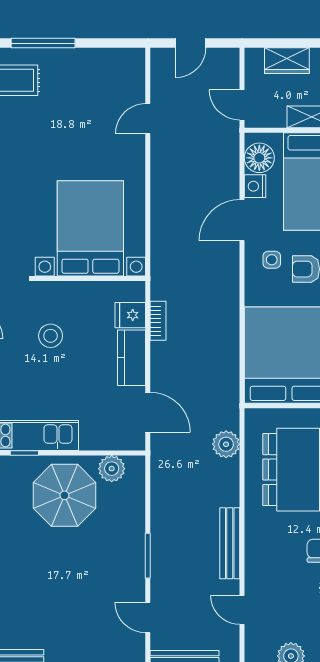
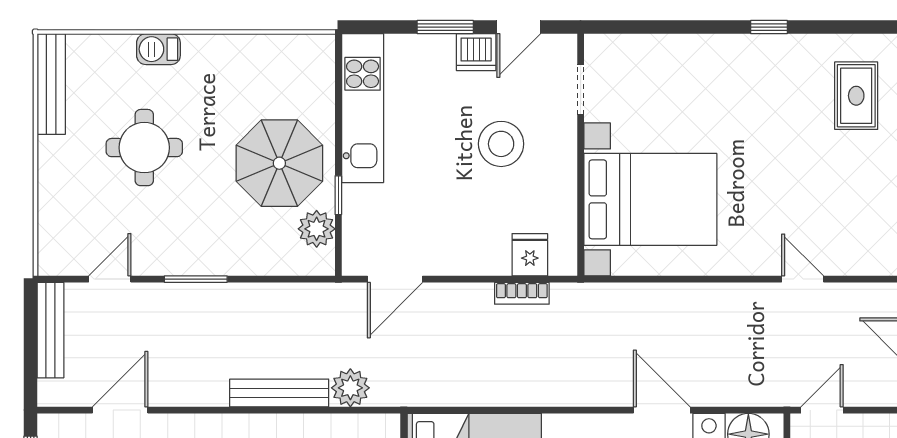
stool: (51, 336) -> (501, 144), width x1.38, depth x1.38
kitchen counter: (132, 358) -> (471, 256), removed
window: (24, 453) -> (338, 195), moved
bench: (230, 543) -> (279, 393), moved
round table: (53, 593) -> (144, 148), added
door: (242, 610) -> (120, 410), width x1.38

